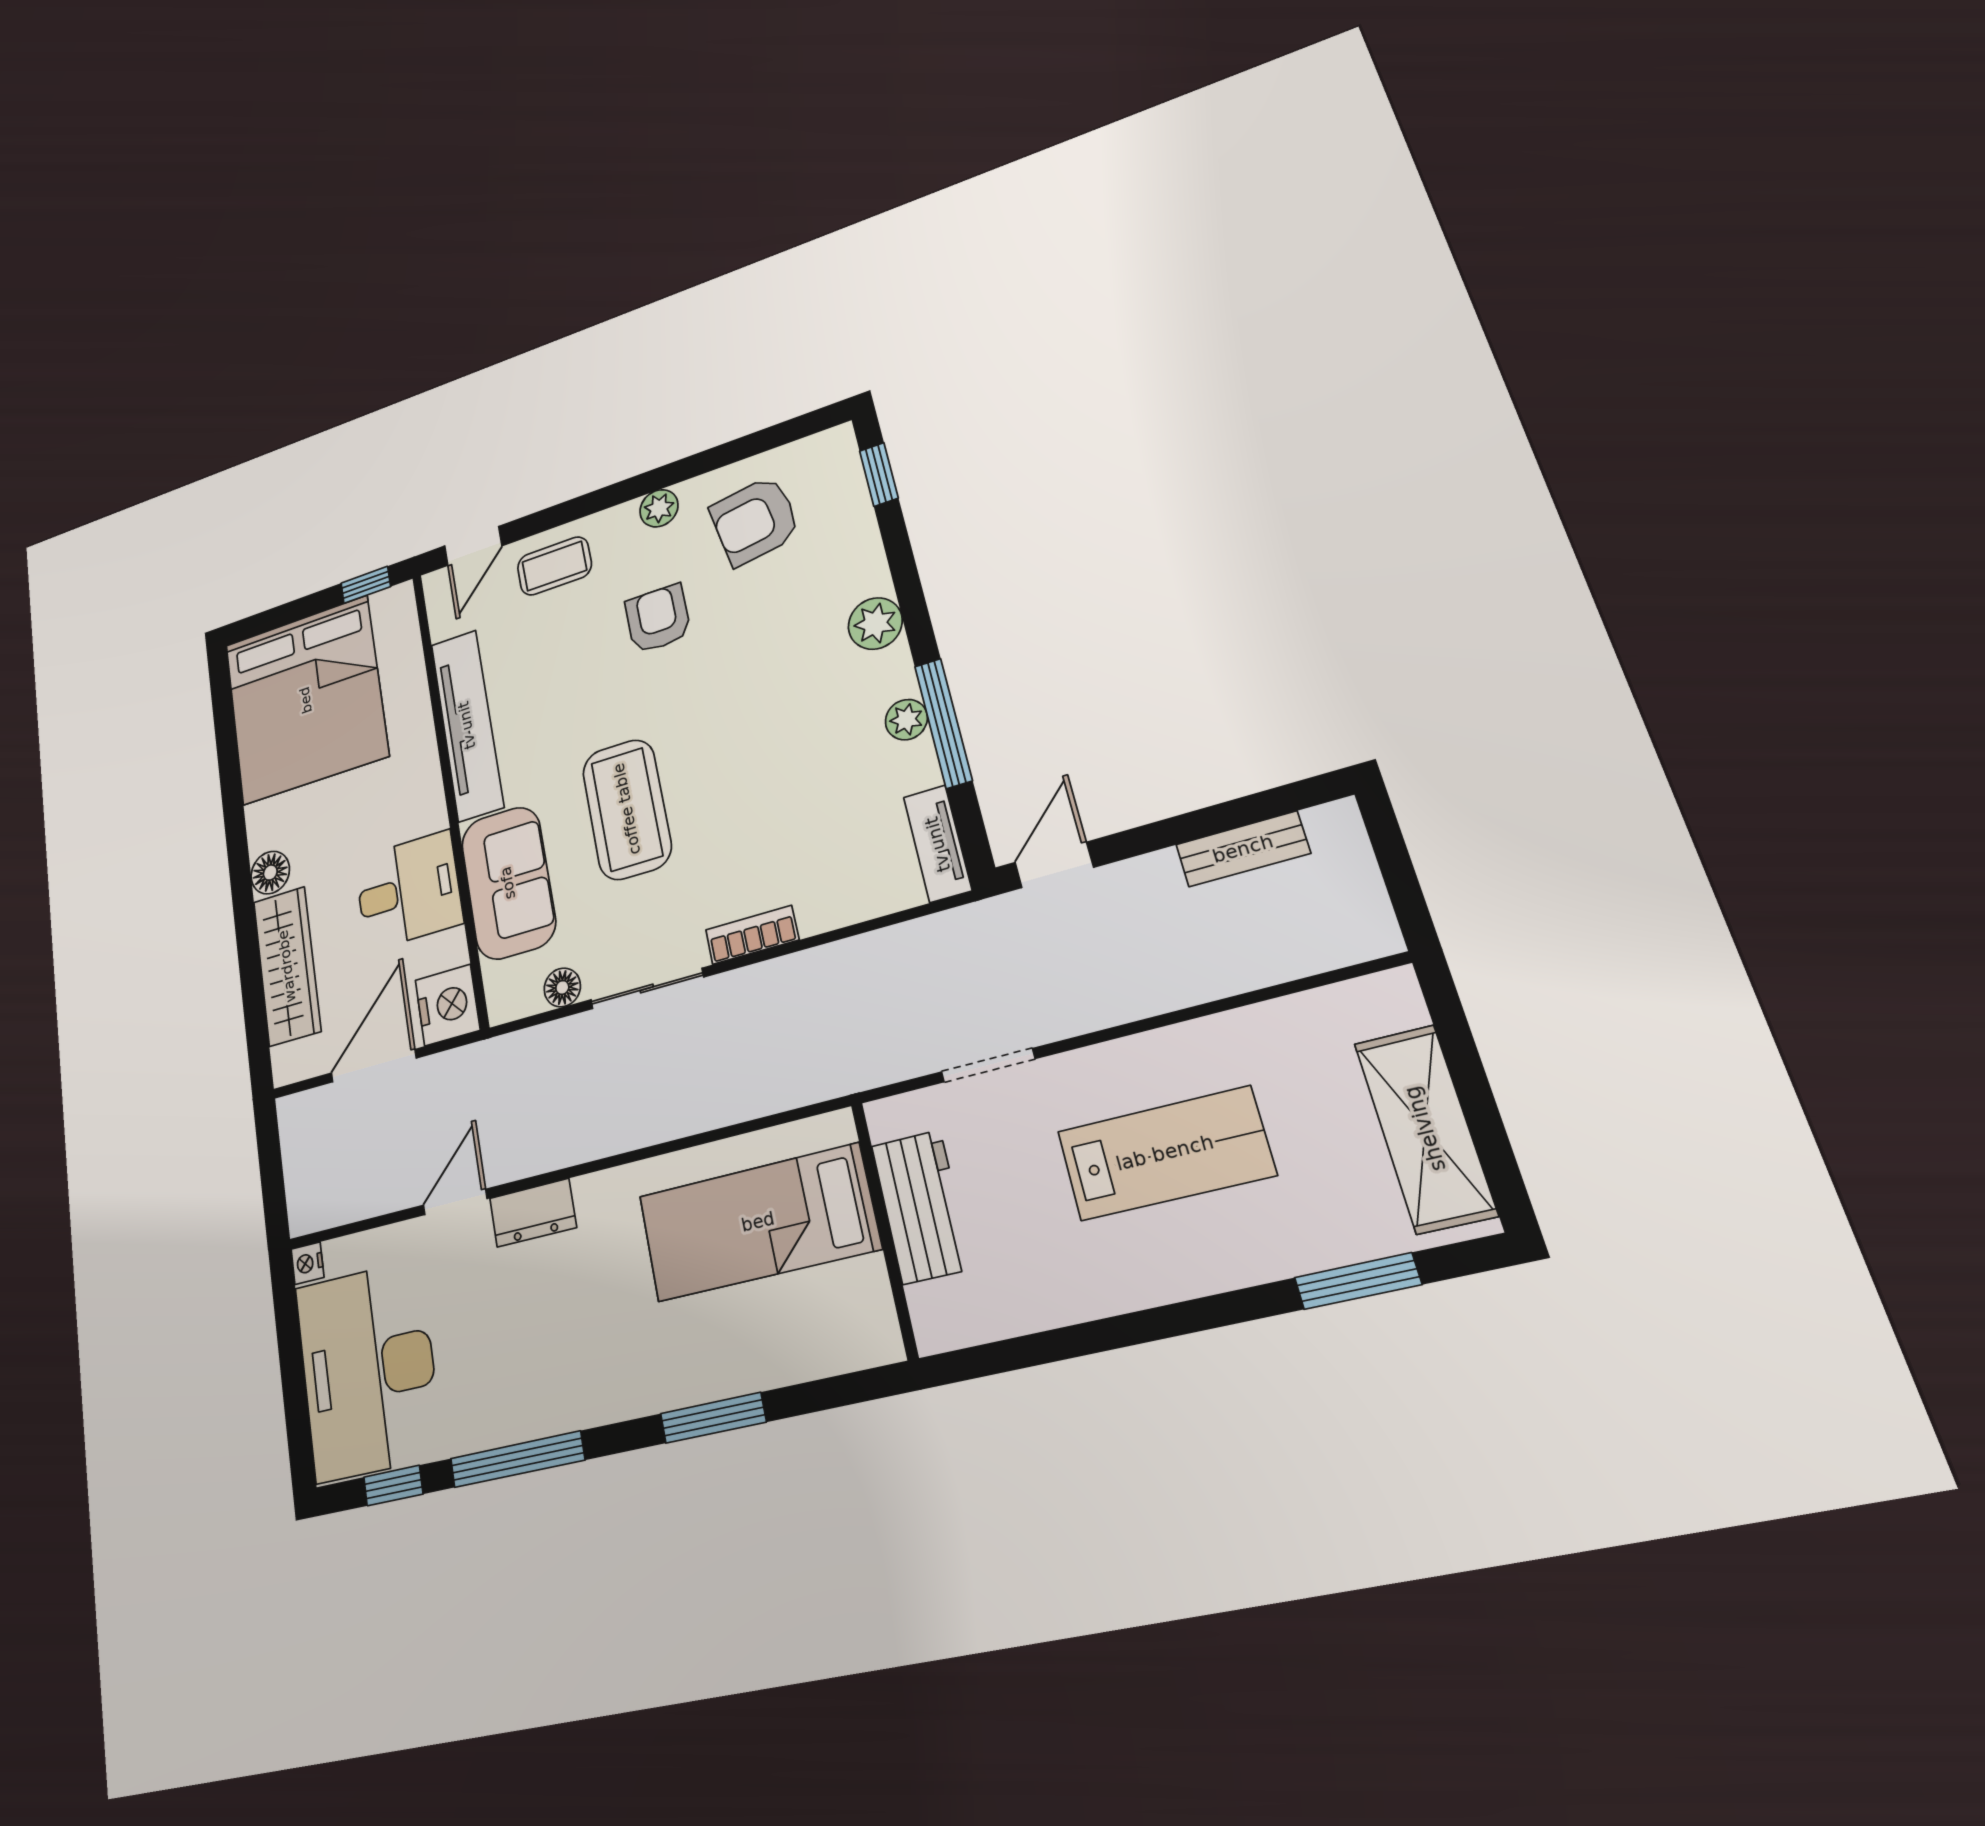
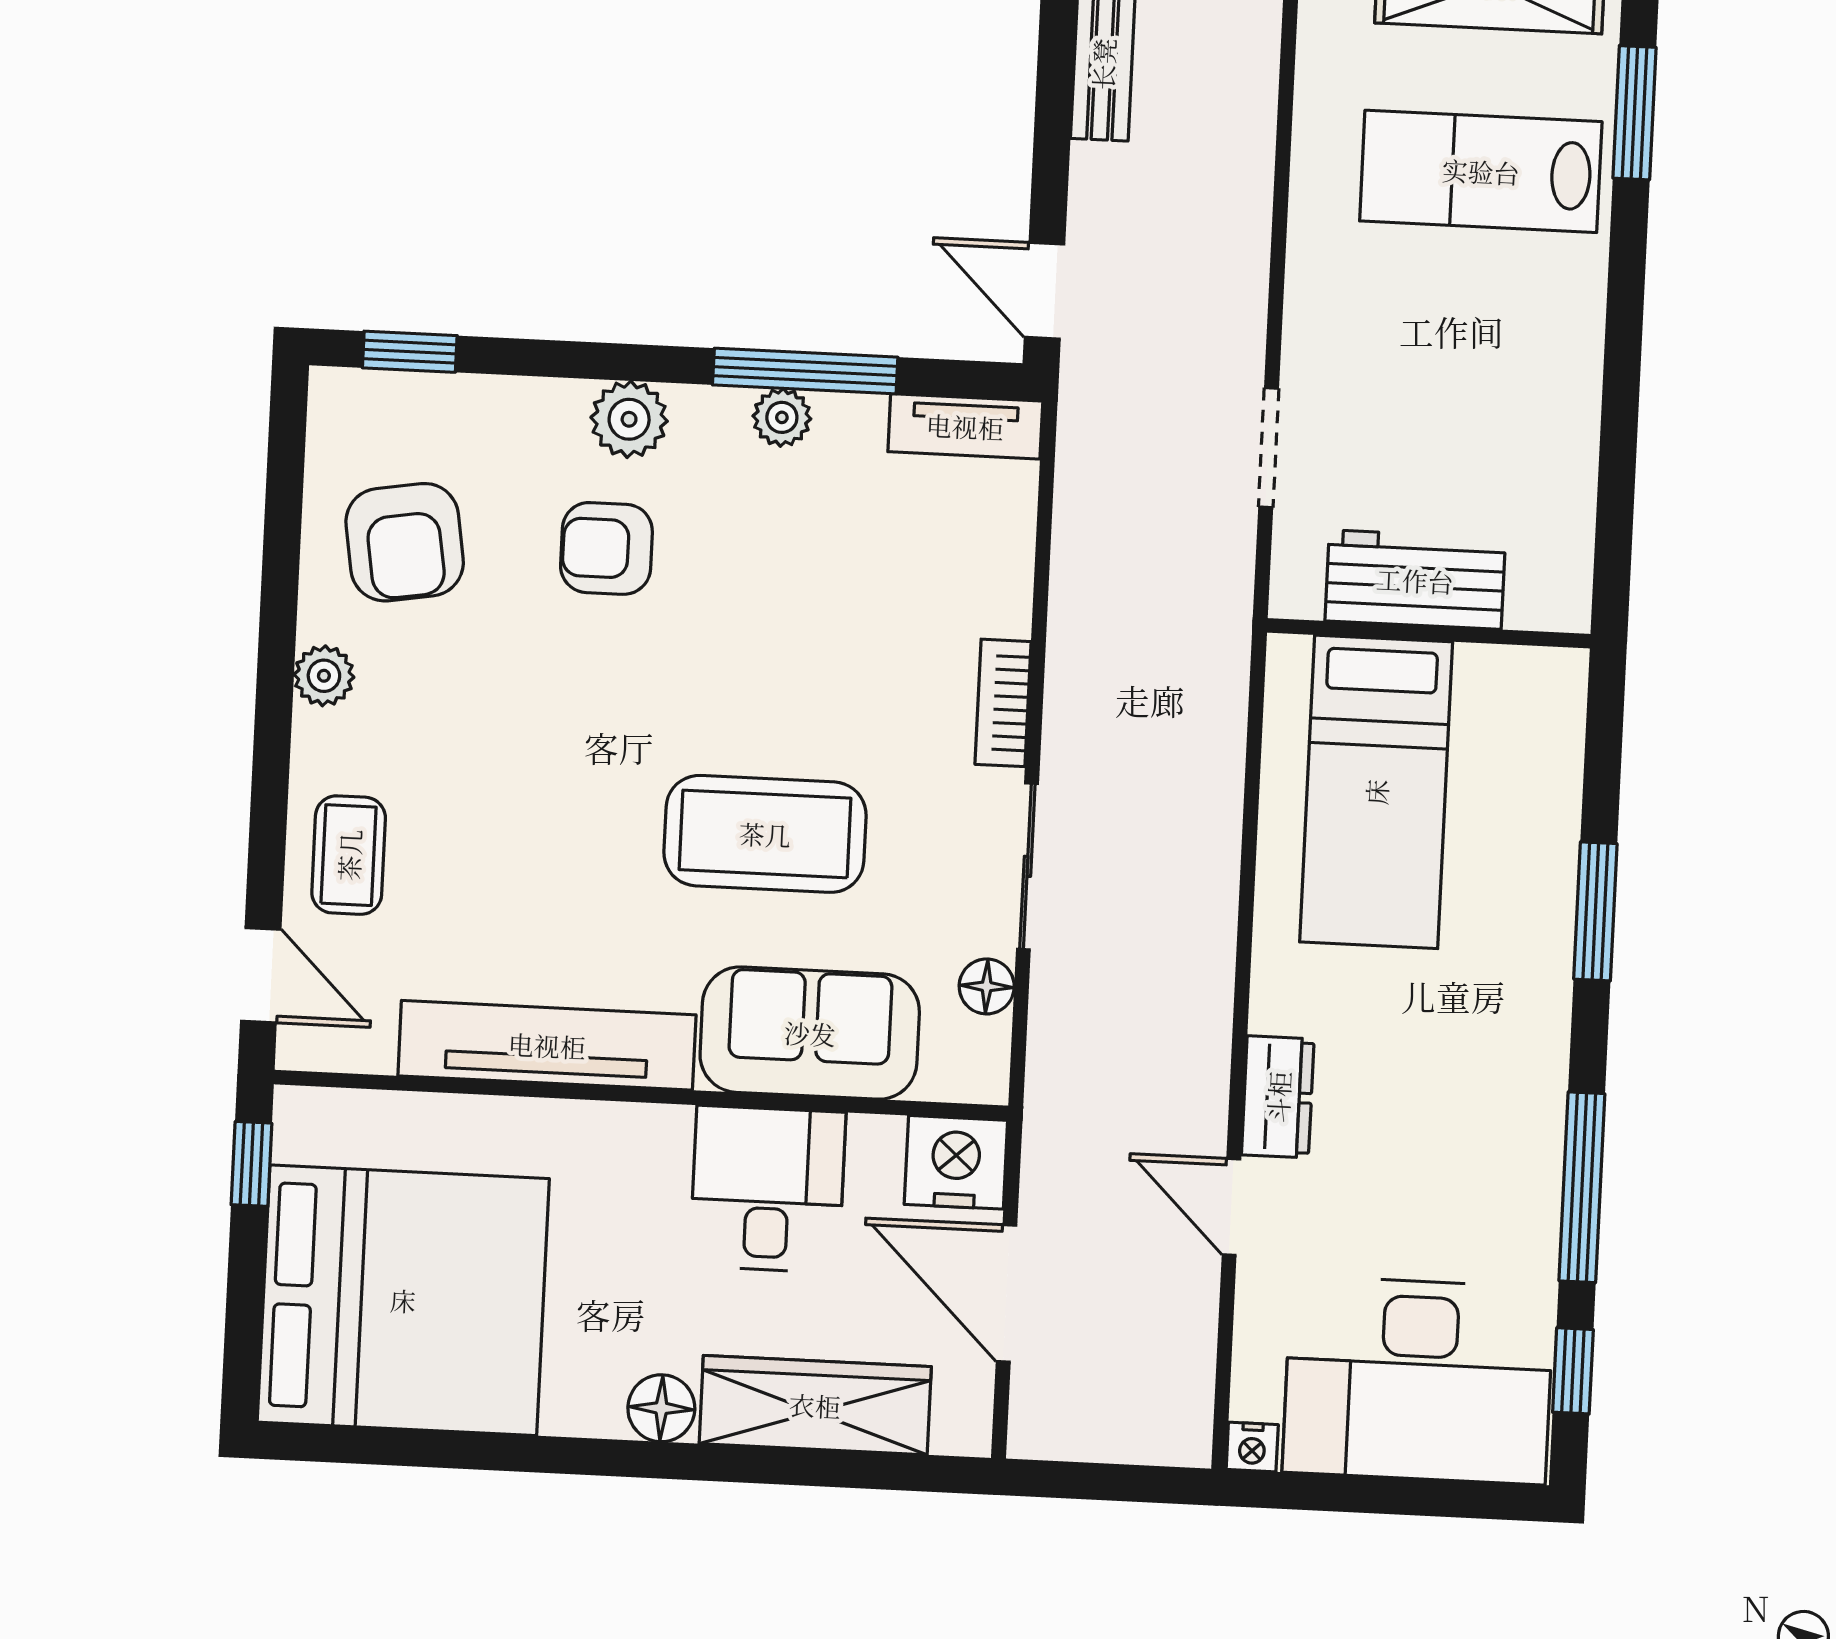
armchair: (658, 619) -> (606, 548), moved
lab bench: (1165, 1153) -> (1481, 171), moved, turned -90

